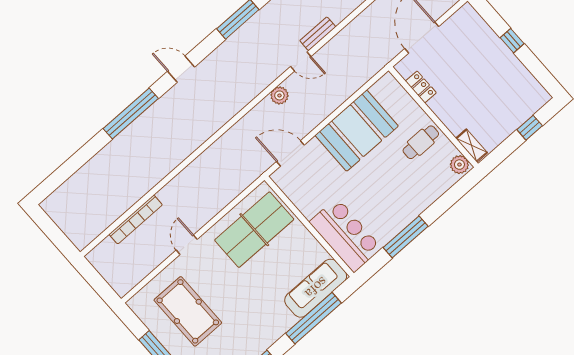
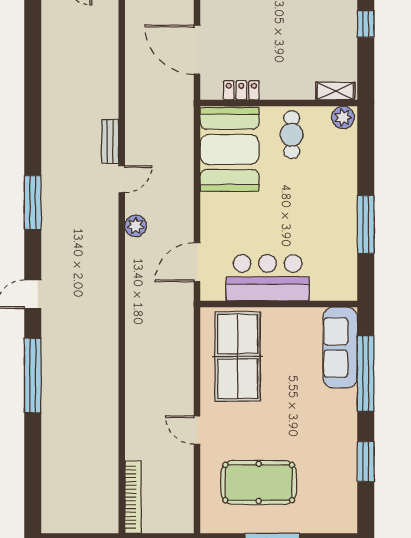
booth: (357, 131) -> (230, 149), moved
bookcase: (136, 219) -> (133, 497), moved
bar counter: (345, 235) -> (268, 278), moved

